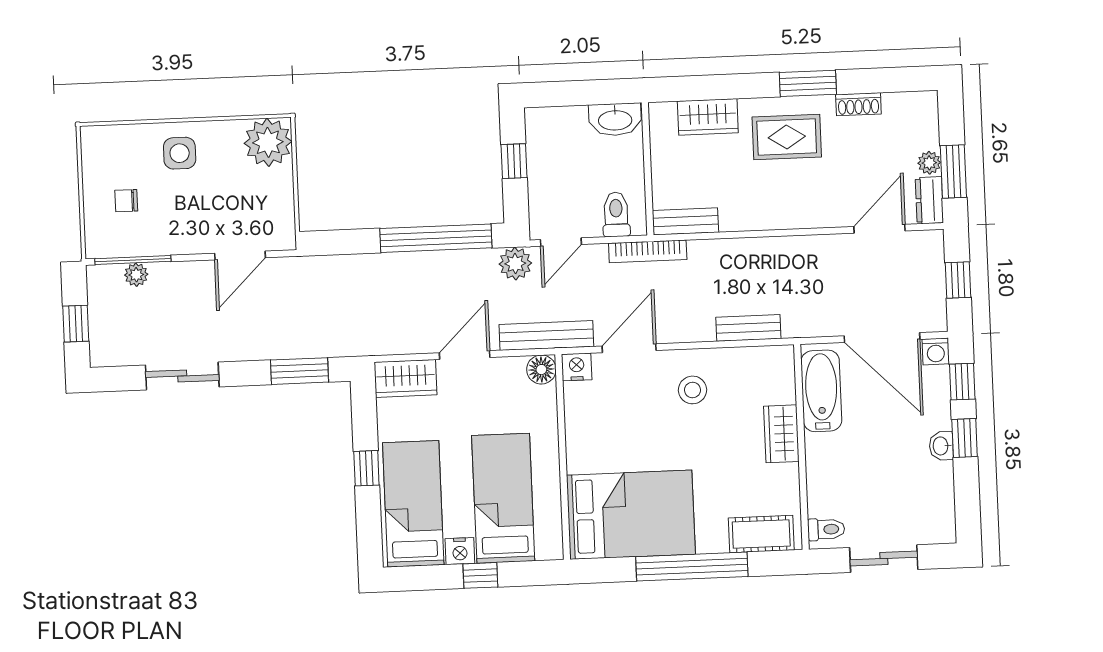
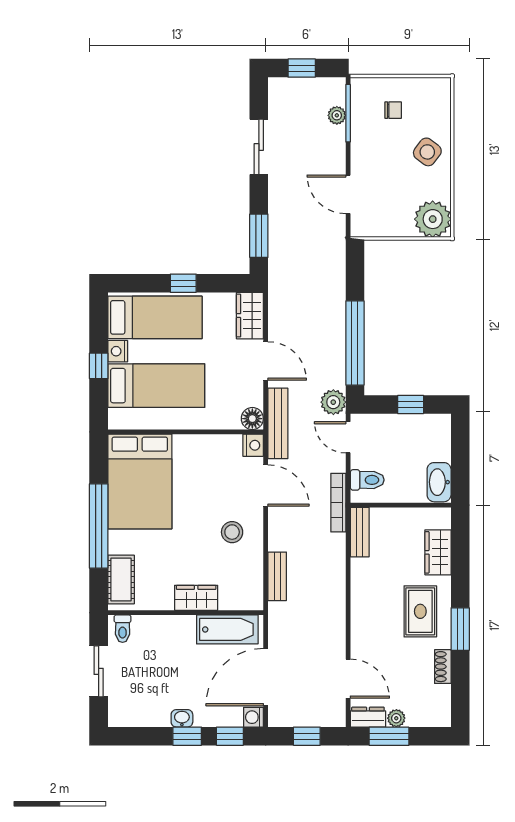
side table: (180, 153) -> (427, 152), turned 37
chair: (126, 201) -> (393, 110), turned 90

